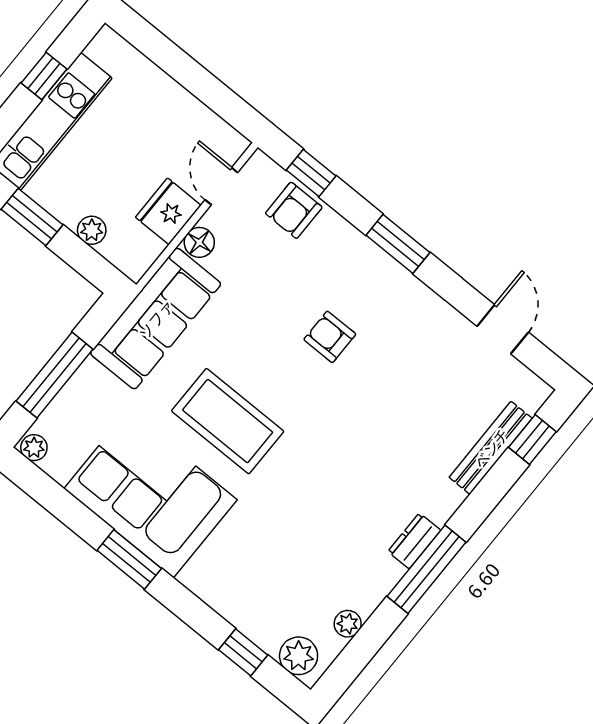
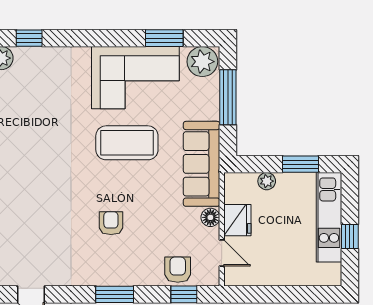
armchair: (330, 337) -> (111, 223), turned -90
plant: (34, 448) -> (202, 62), width x1.88, depth x1.88
window: (129, 559) -> (164, 38), moved

